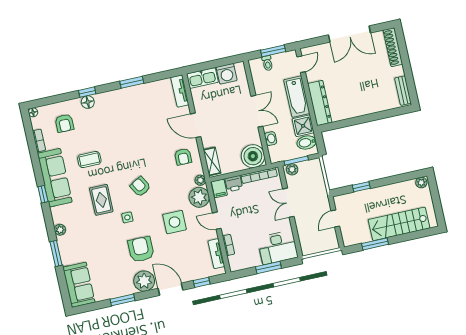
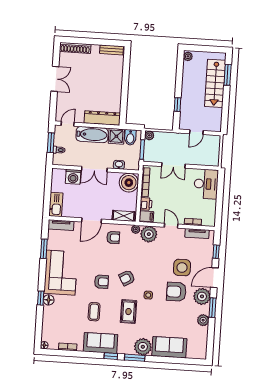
double door: (349, 34) -> (55, 79), width x0.73
door: (301, 64) -> (68, 124), hinge flipped
washing machine: (227, 74) -> (73, 177), moved, turned 90
window: (132, 82) -> (44, 249), moved
corner sofa: (124, 107) -> (61, 273), added
double door: (257, 111) -> (94, 169), swing flipped
armchair: (64, 123) -> (101, 282), moved
plant: (292, 169) -> (149, 135), moved
sofa: (55, 178) -> (101, 343), width x0.73
rug: (101, 200) -> (128, 312), turned 90
door: (335, 218) -> (196, 132), hinge flipped
door: (217, 221) -> (171, 226), swing flipped
side table: (174, 222) -> (182, 268), moved
plant: (60, 230) -> (143, 347), width x1.87, depth x1.87
window: (375, 244) -> (228, 75), moved
window: (56, 253) -> (135, 358), moved
window: (268, 268) -> (220, 196), removed
sofa: (79, 285) -> (169, 347), moved
plant: (117, 290) -> (203, 320), added
window: (123, 300) -> (212, 308), moved

